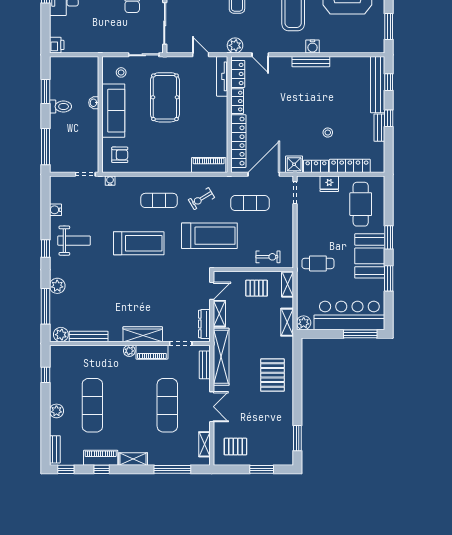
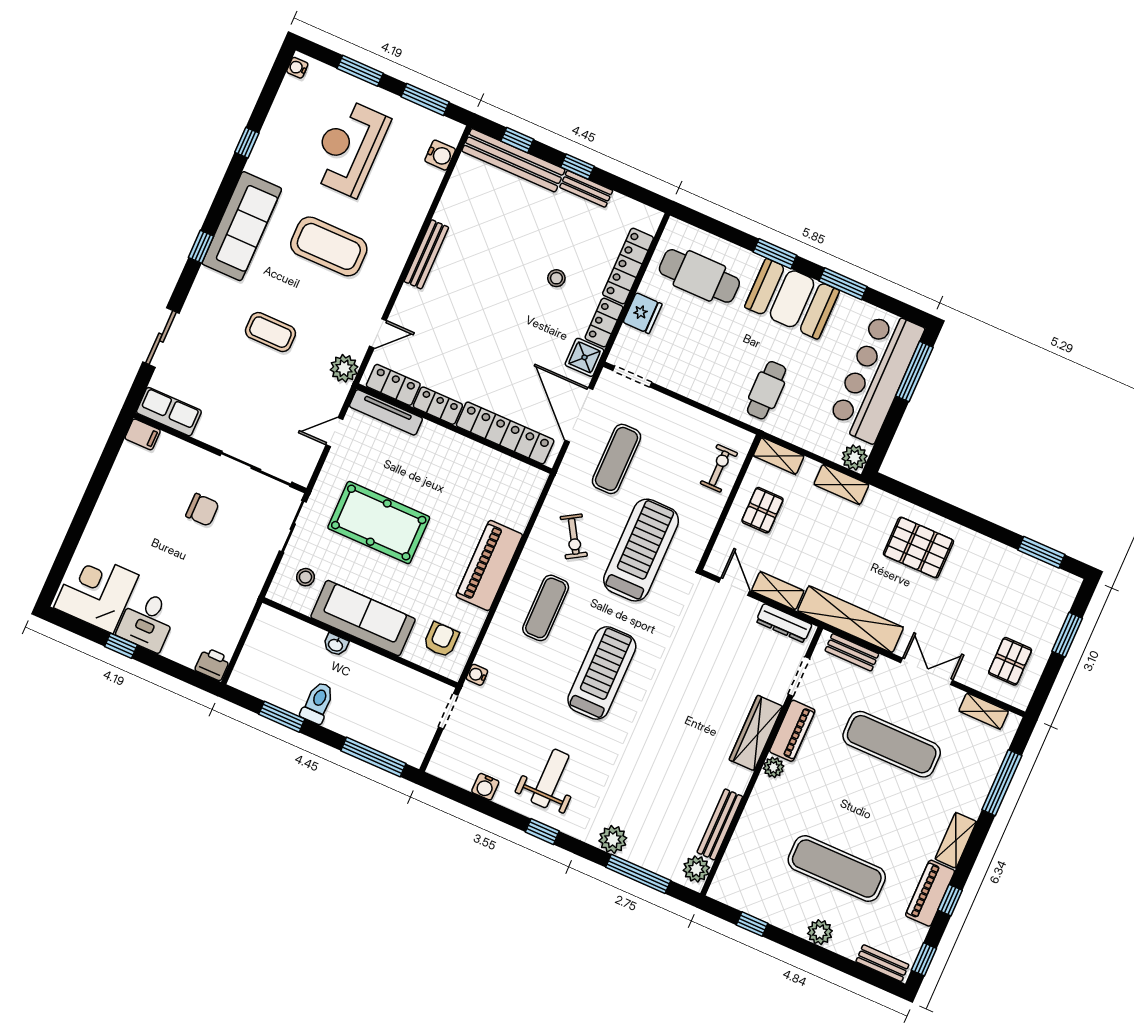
water cooler: (313, 46) -> (440, 155), moved
piano: (209, 165) -> (489, 565), moved, width x1.37, depth x1.33

